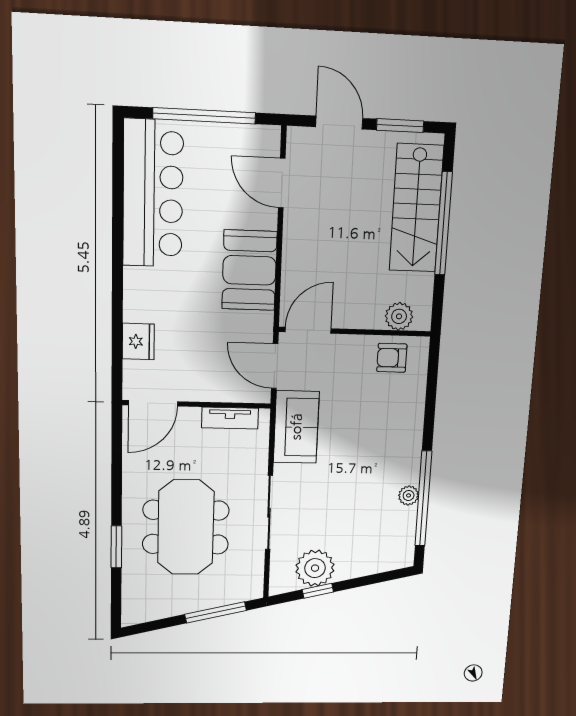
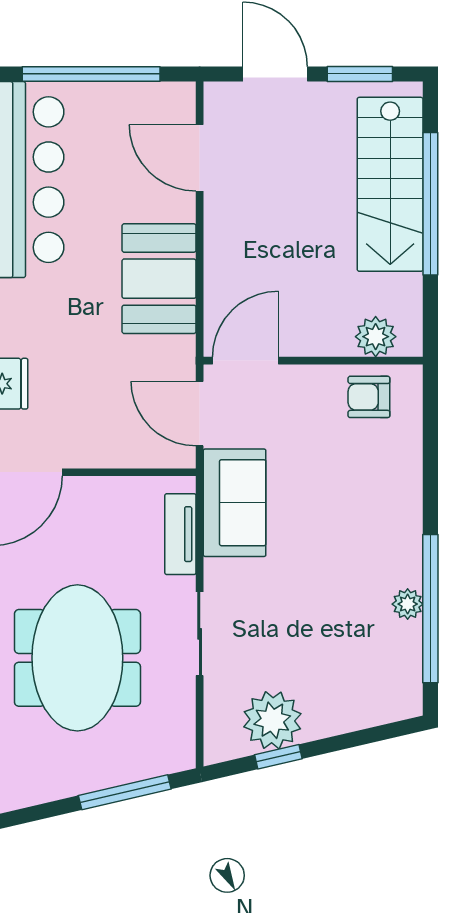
tv unit: (230, 418) -> (180, 534), moved, turned 90
sliding door: (269, 513) -> (200, 634), width x0.73

